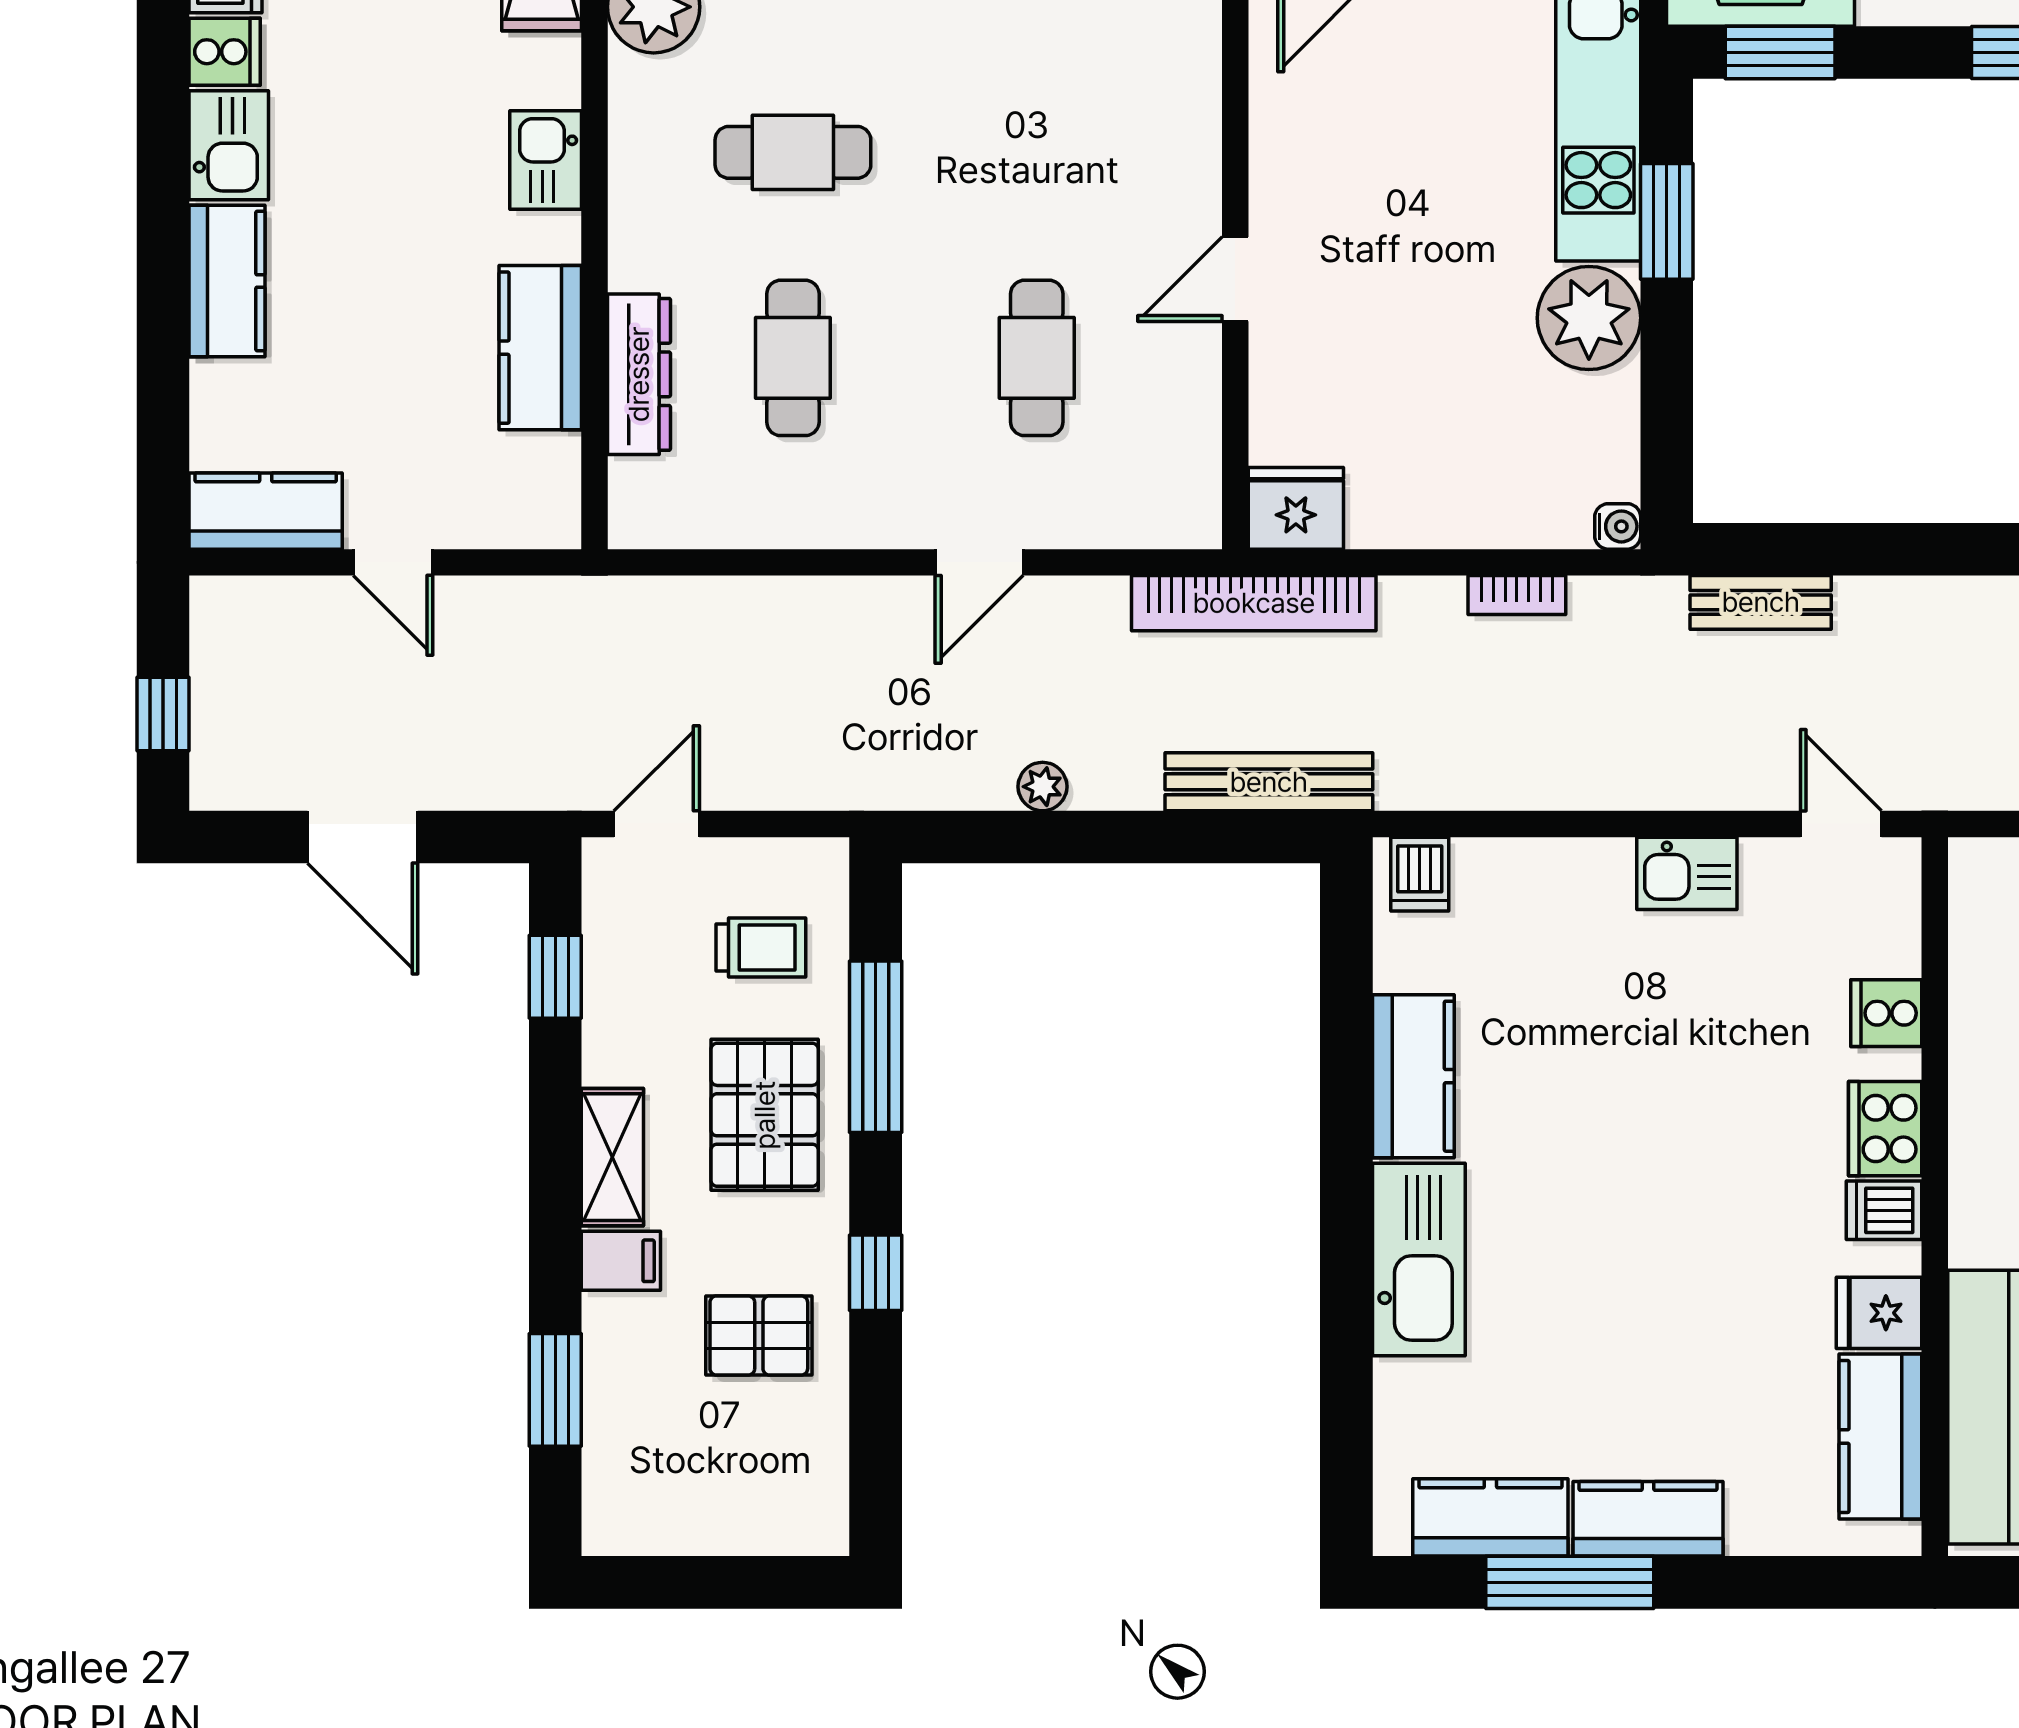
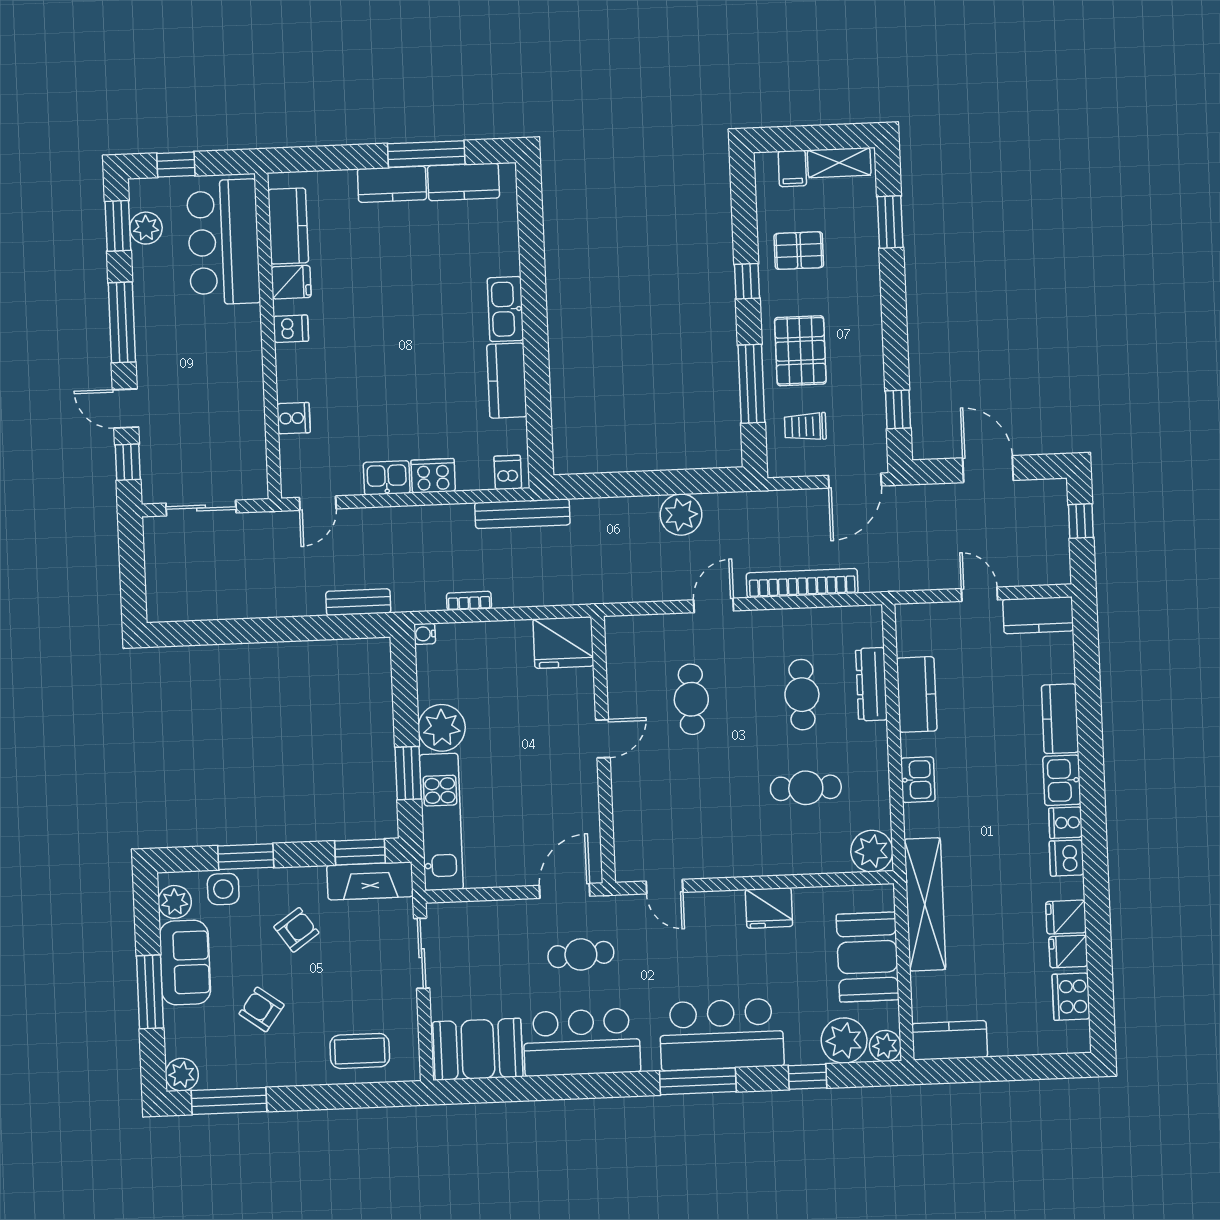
fridge: (1296, 508) -> (563, 643), width x1.36, depth x1.34
bookcase: (1254, 603) -> (802, 583), moved
bench: (1269, 782) -> (522, 514), moved
plant: (1043, 787) -> (681, 515), width x1.88, depth x1.88
door: (657, 824) -> (855, 481), width x1.38
door: (1841, 824) -> (318, 503), hinge flipped
cooker: (1885, 1129) -> (433, 476), moved, turned -90
shelving: (612, 1157) -> (839, 163), moved, turned 90
kitchen sink: (1419, 1259) -> (505, 309), width x0.73, depth x0.81
filing cabinet: (621, 1261) -> (792, 168), moved, turned -90

